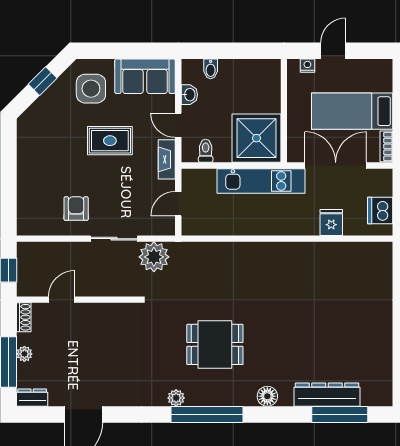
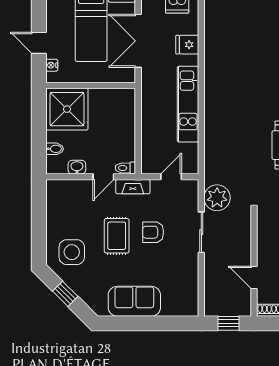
sofa: (145, 76) -> (134, 301), moved, turned -90
shower: (257, 138) -> (67, 109), moved
toilet: (206, 151) -> (125, 168), moved
kitchen unit: (261, 181) -> (188, 104), moved, turned 180
door: (178, 204) -> (171, 177), swing flipped
armchair: (76, 209) -> (153, 232), moved

